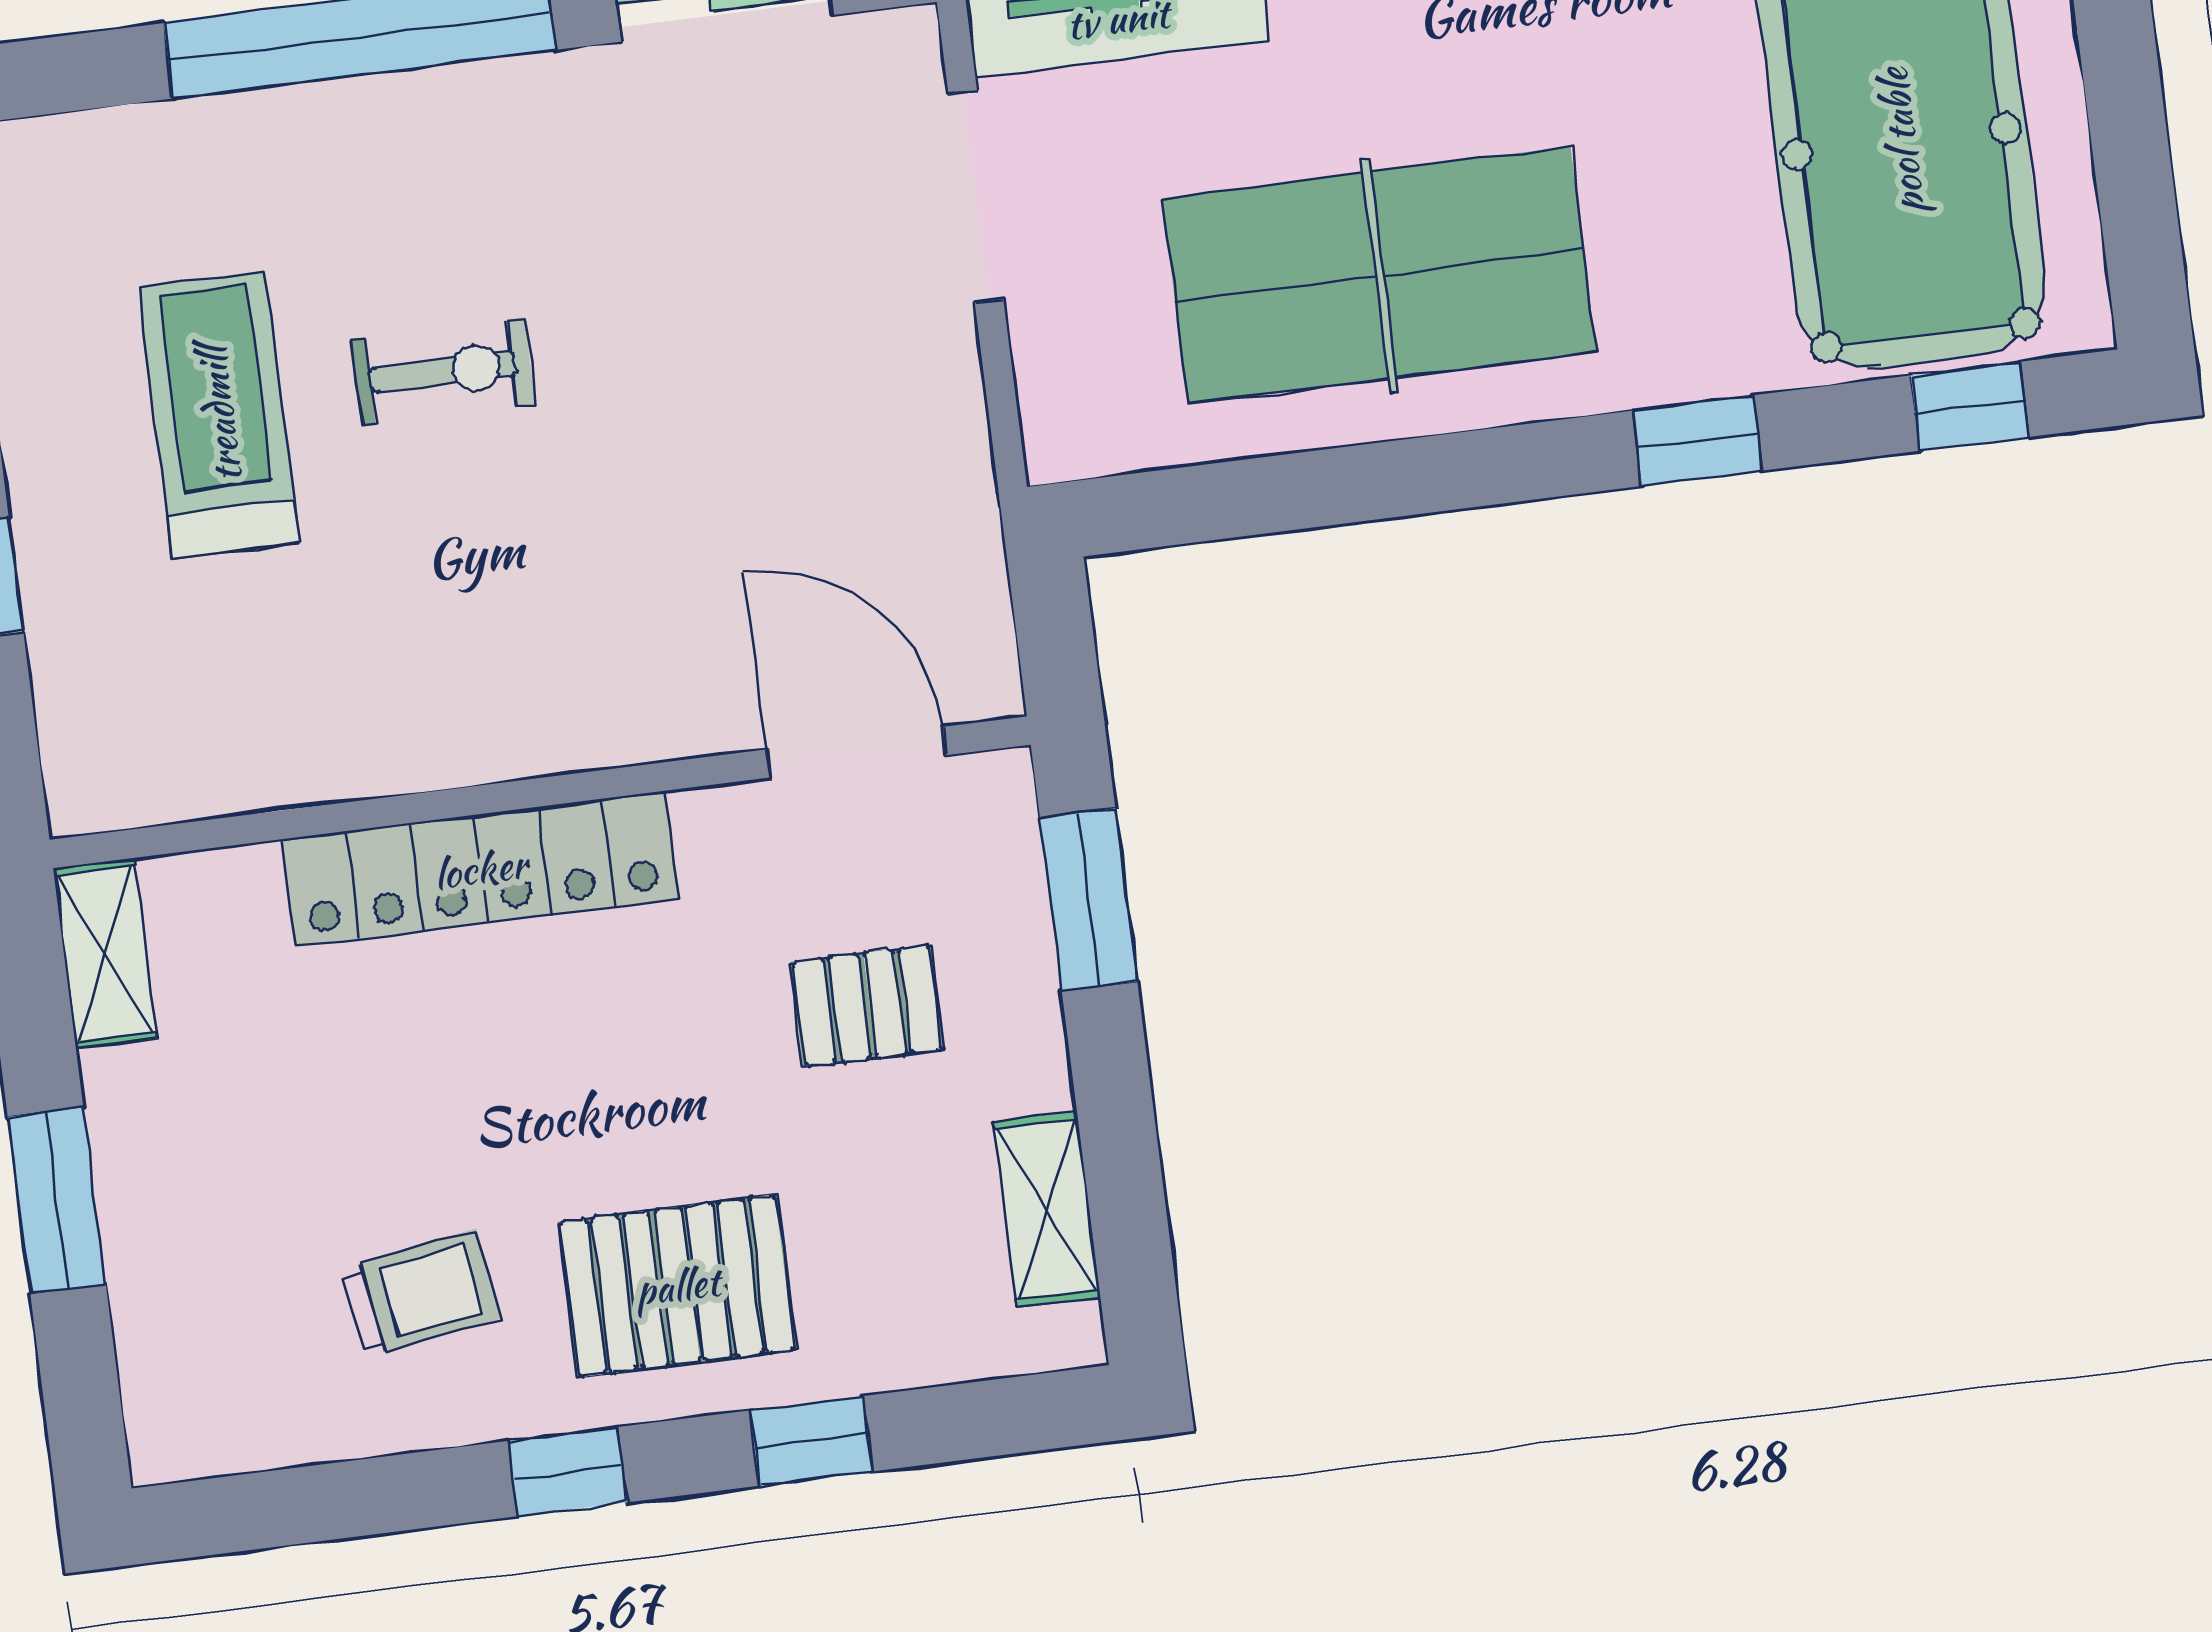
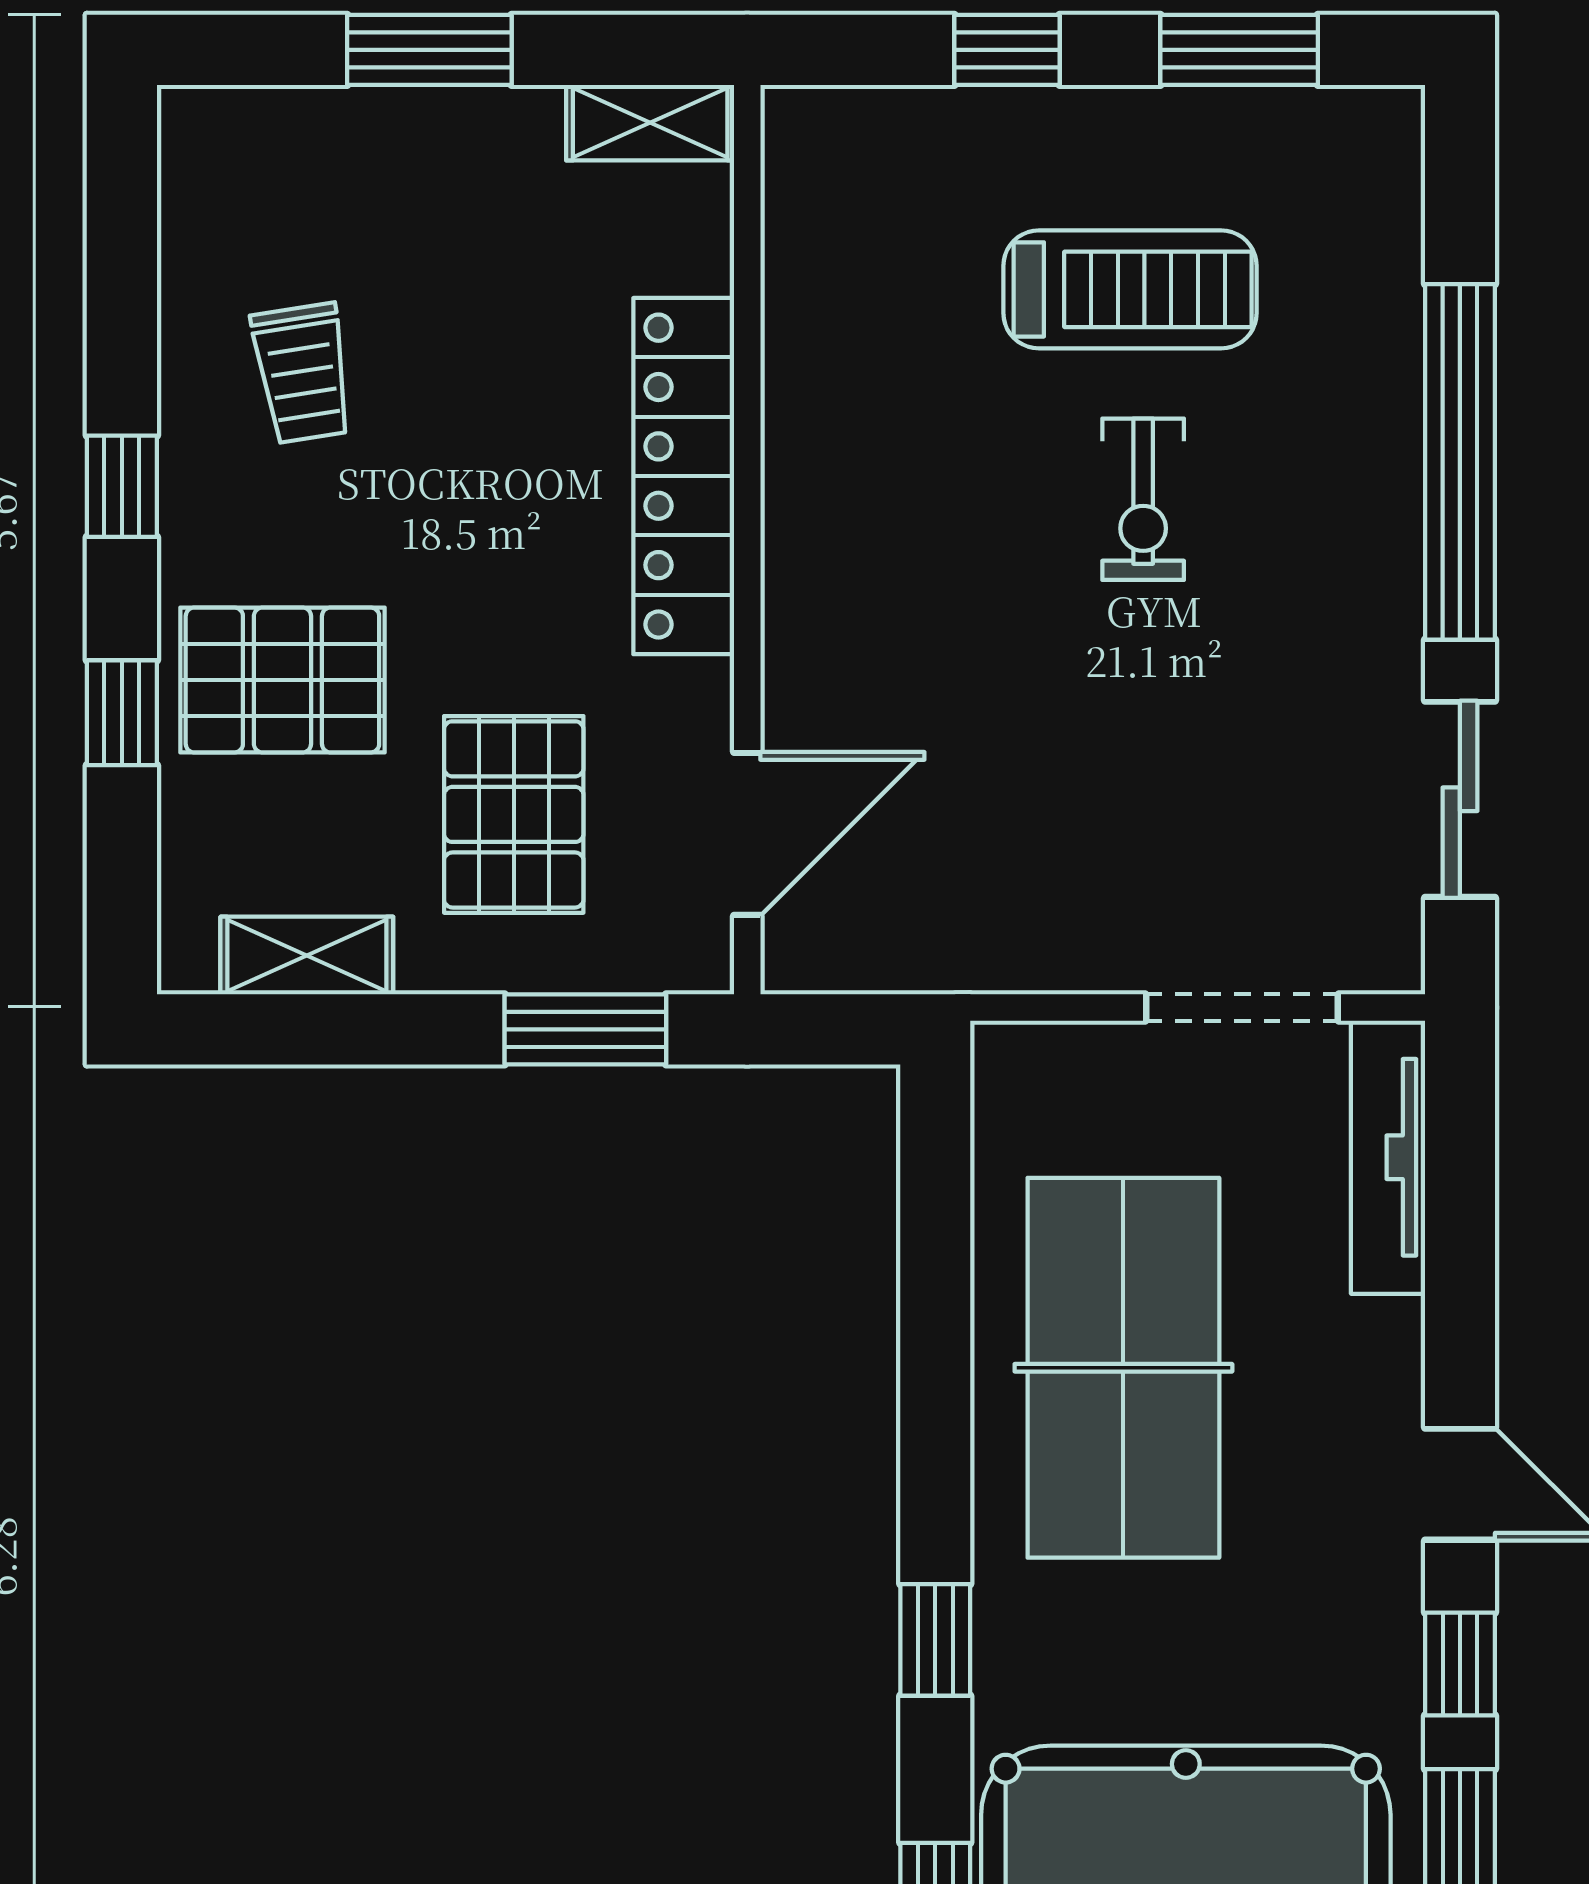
pallet: (867, 1006) -> (514, 814), width x1.50, depth x1.42
pallet: (677, 1286) -> (282, 680), moved, turned 90

